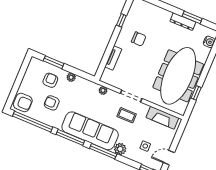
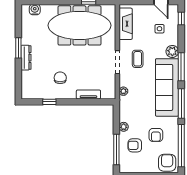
window: (192, 17) -> (18, 48), moved
dresser: (183, 22) -> (26, 58), moved
window: (54, 62) -> (116, 150), width x1.44

